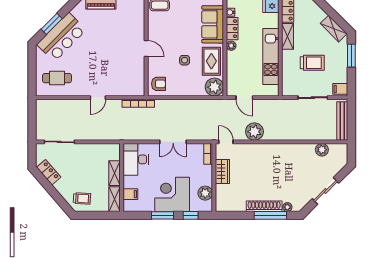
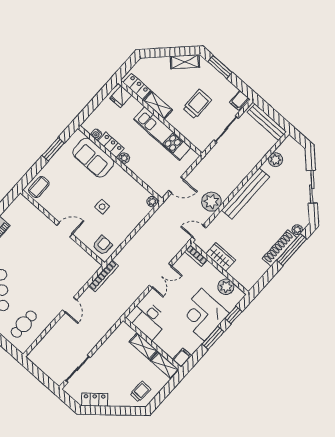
rug: (211, 61) -> (122, 186), removed
plant: (214, 87) -> (152, 202), width x0.53, depth x0.53
bench: (281, 150) -> (245, 193), added
filing cabinet: (130, 194) -> (182, 358), moved

